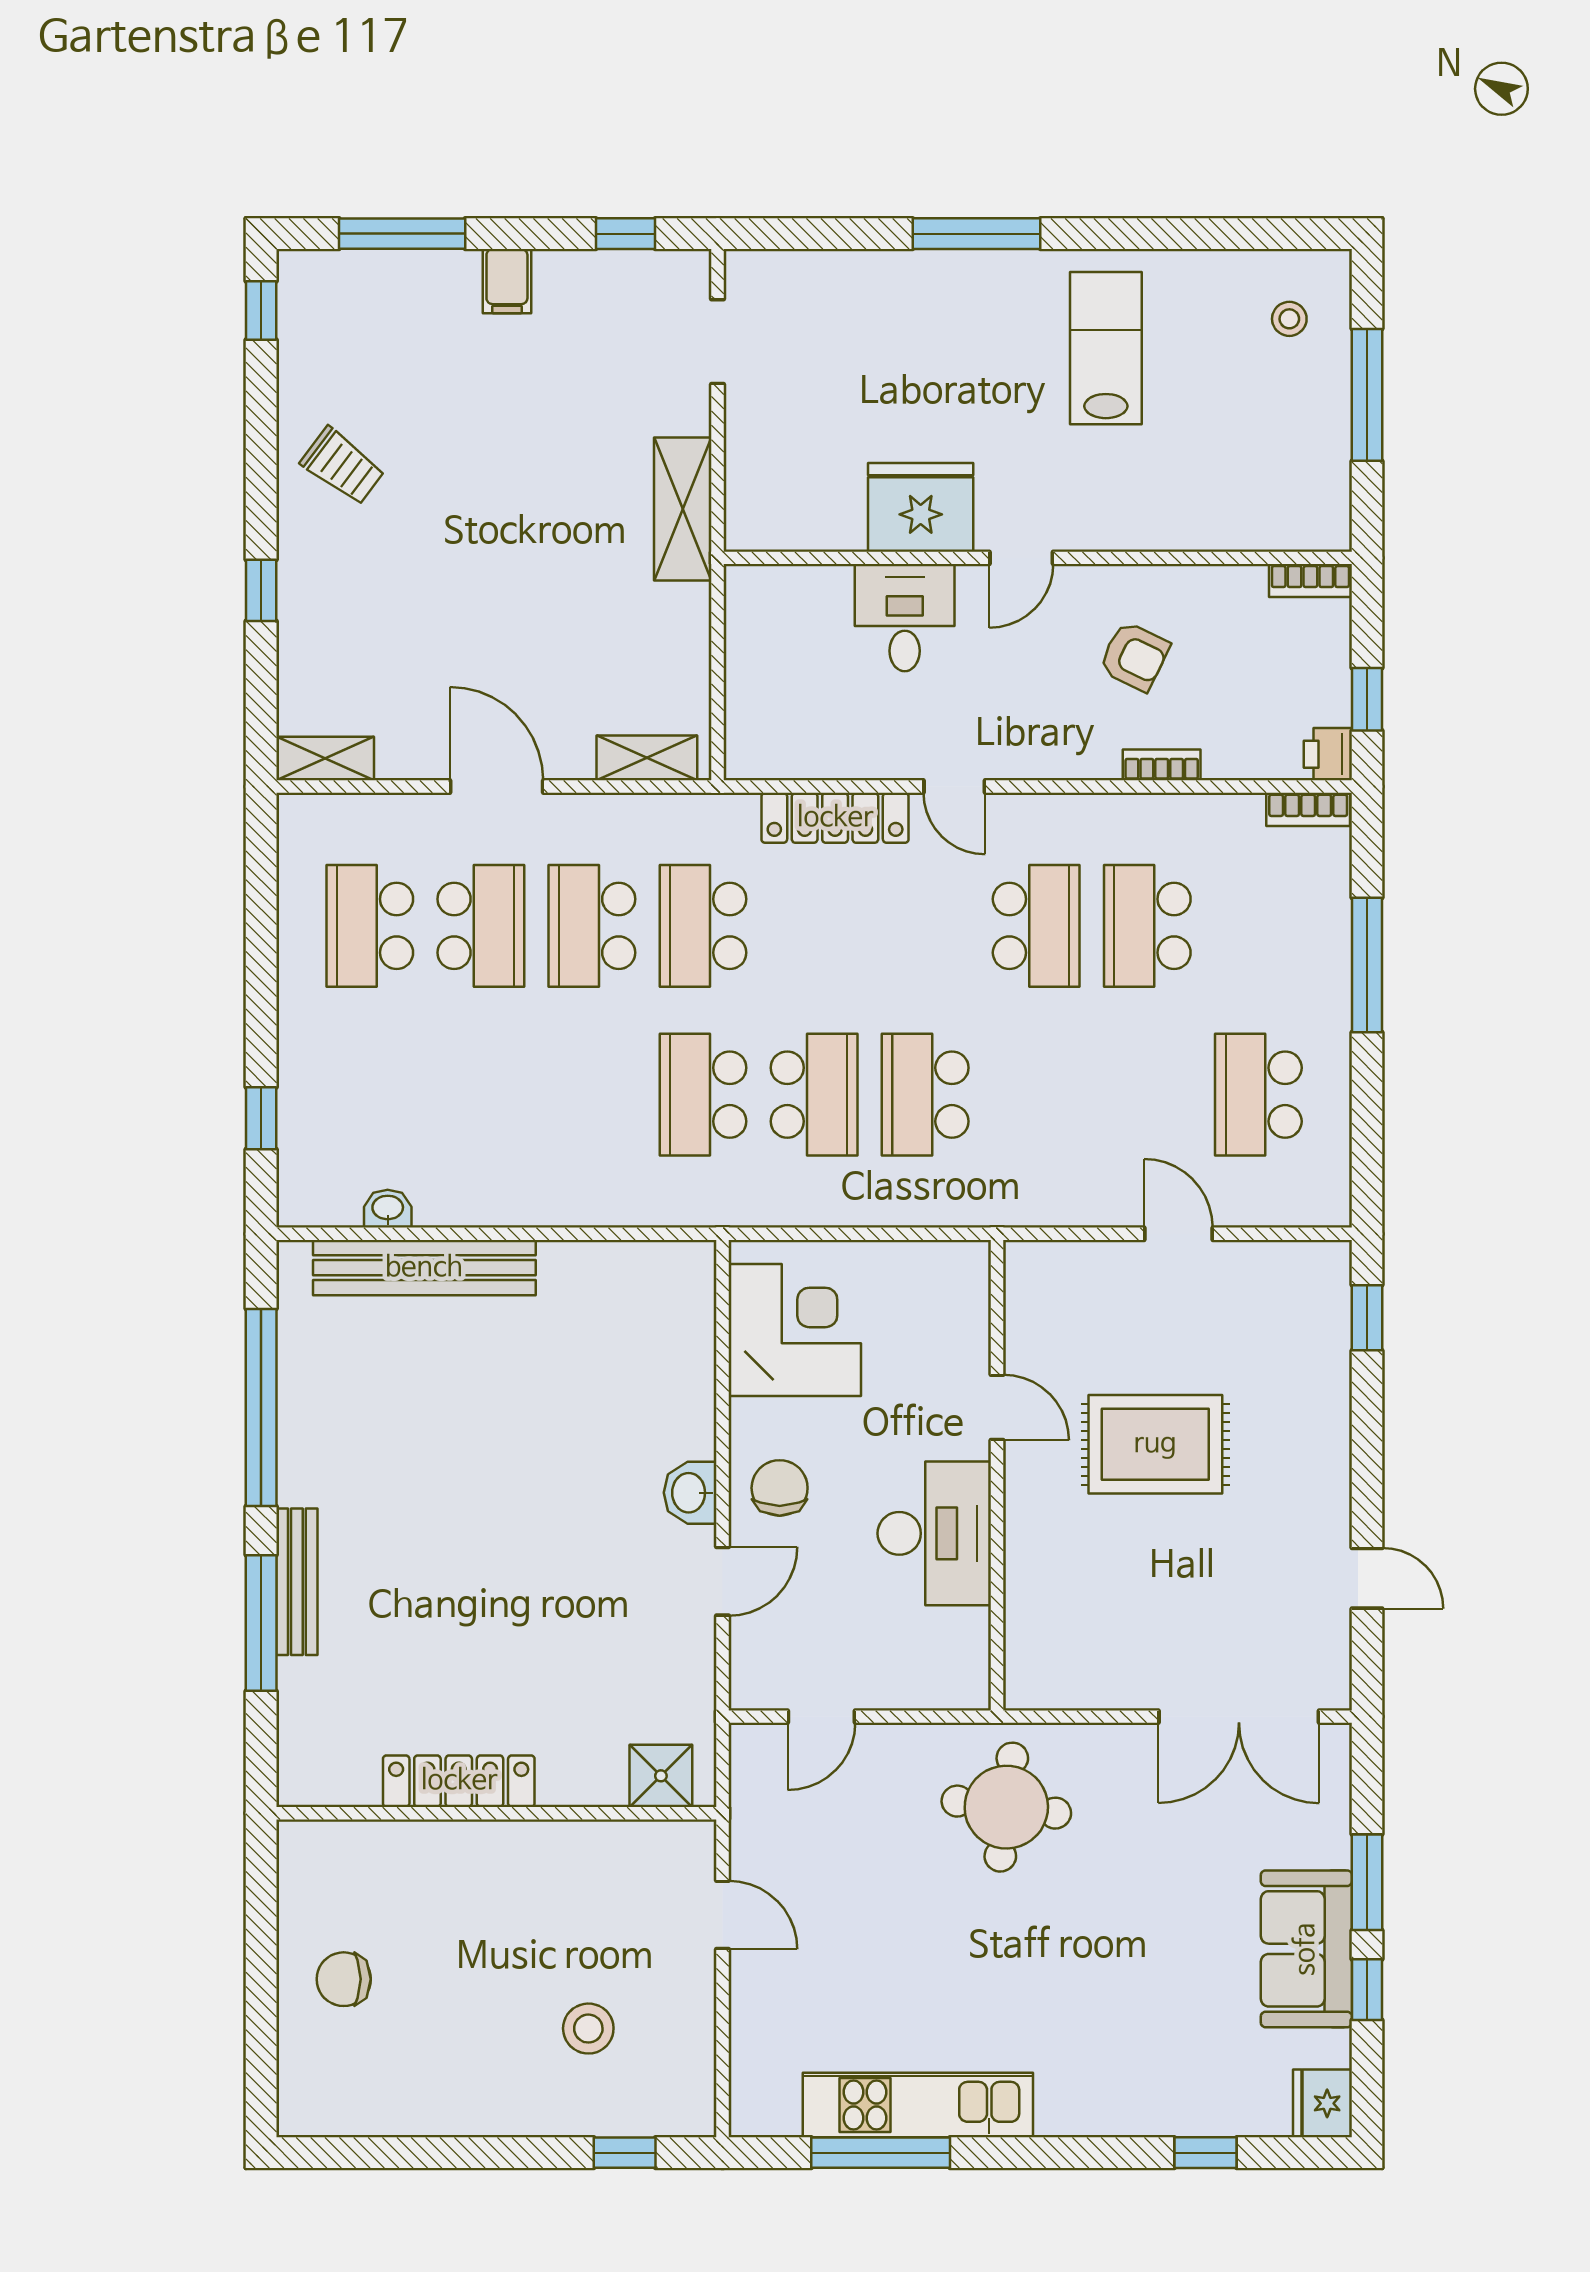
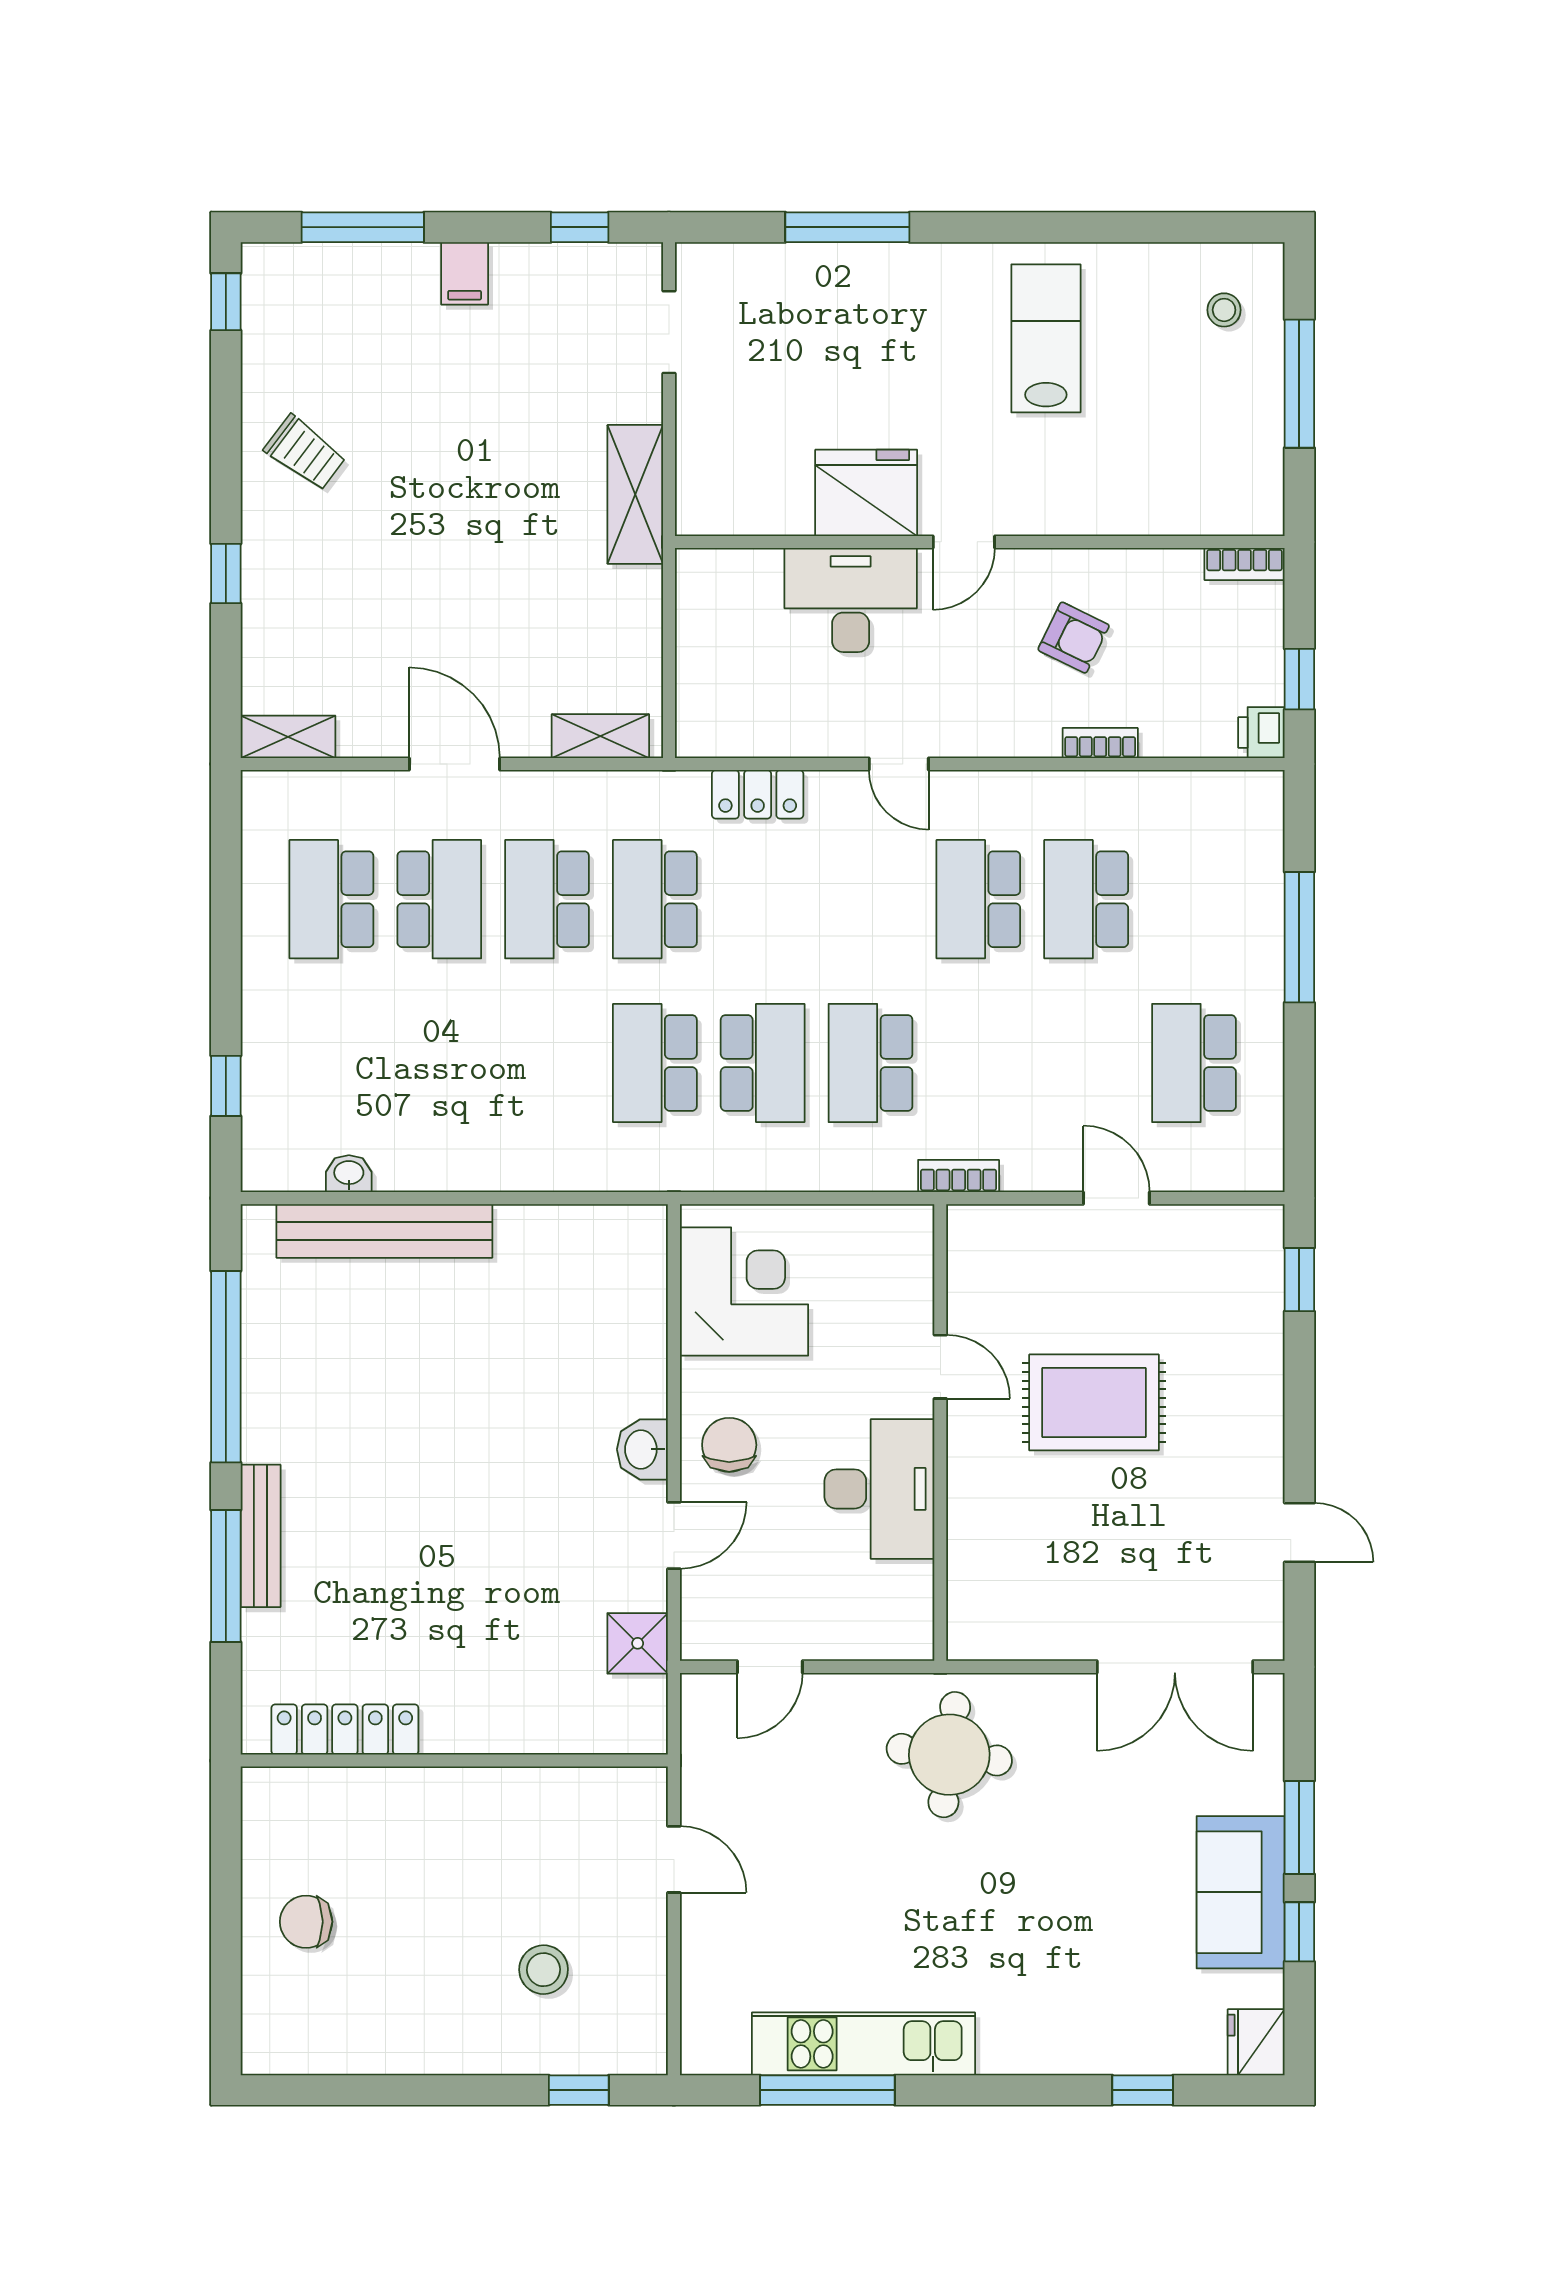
window: (976, 234) -> (847, 227), moved
desk: (905, 618) -> (851, 600), width x1.37
bookcase: (1308, 809) -> (959, 1176), moved, turned 180
locker: (835, 818) -> (758, 794), width x0.66
school desk: (1036, 926) -> (978, 899), turned 180
shower: (661, 1776) -> (638, 1643), moved
locker: (459, 1781) -> (345, 1730), moved

